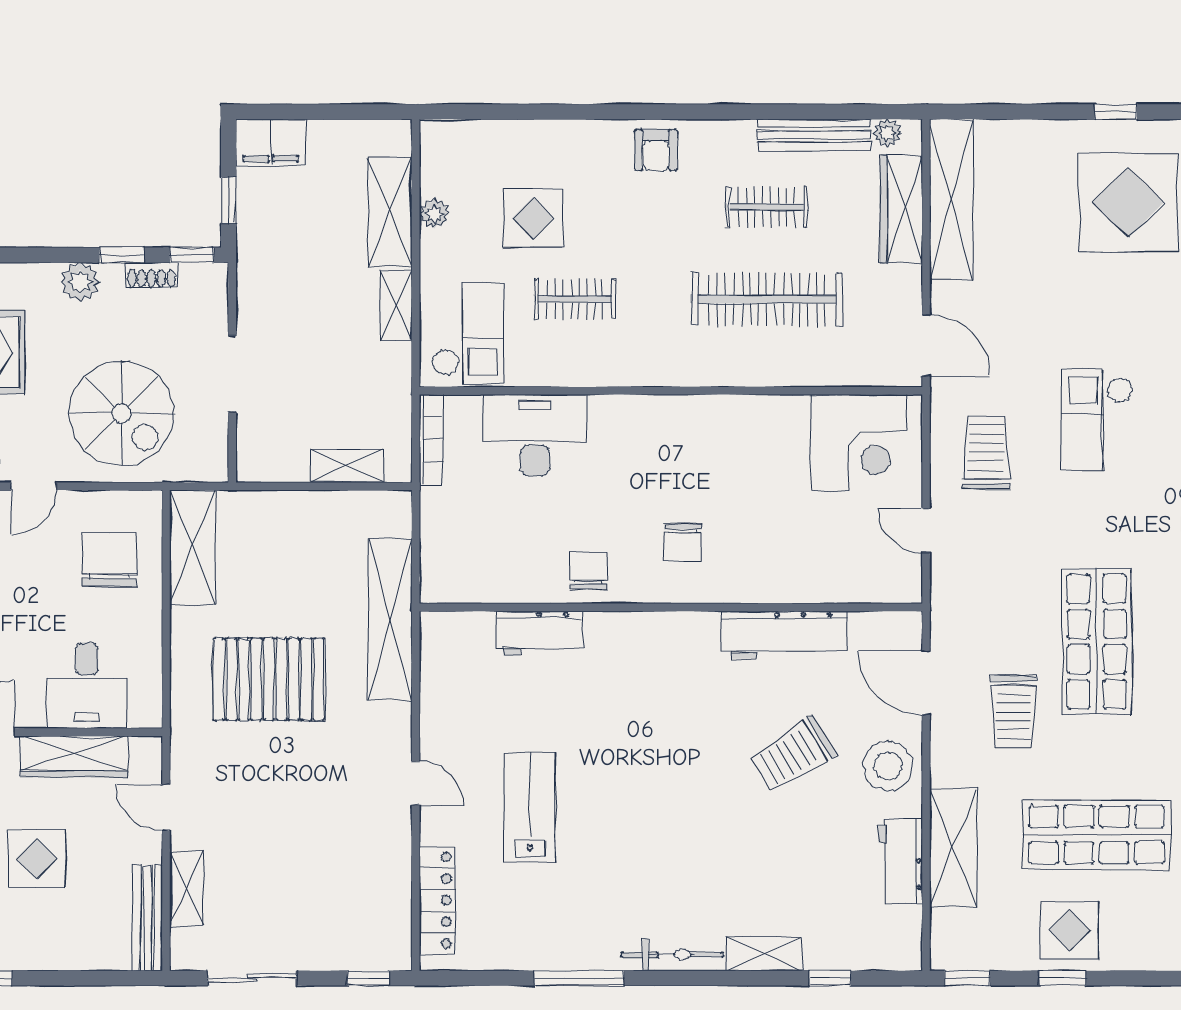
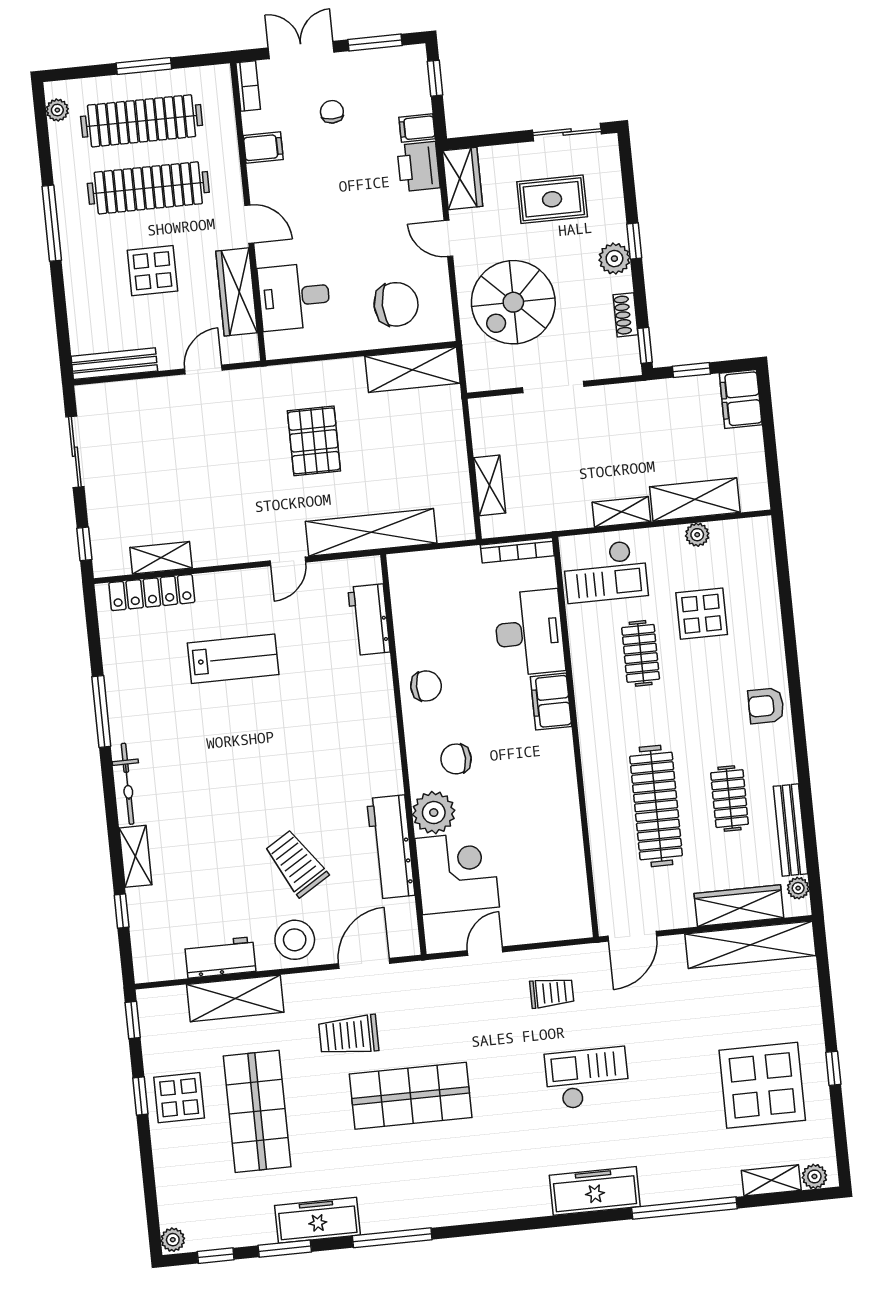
window: (122, 255) -> (634, 241), moved
filing cabinet: (623, 417) -> (551, 702), added
corner desk: (858, 443) -> (457, 873), moved, turned 180
trolley: (986, 453) -> (552, 993), width x0.73, depth x0.72
plant: (747, 577) -> (434, 813), added
workbench: (540, 633) -> (369, 620), moved
pallet: (269, 679) -> (314, 441), width x0.73, depth x0.71
door: (416, 783) -> (288, 561), moved
shelving: (187, 888) -> (161, 558), moved

